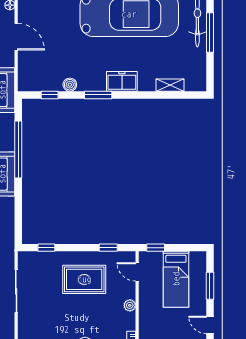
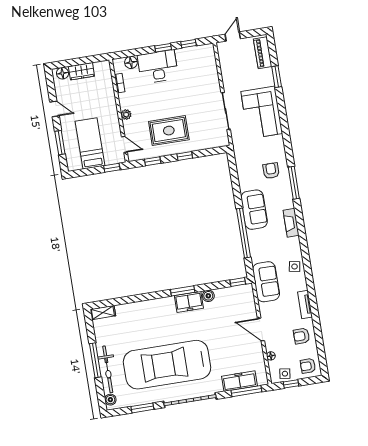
freezer: (122, 81) -> (189, 302), moved
shelving: (170, 85) -> (103, 313), moved
window: (50, 95) -> (238, 282), moved
window: (46, 248) -> (185, 156), moved

